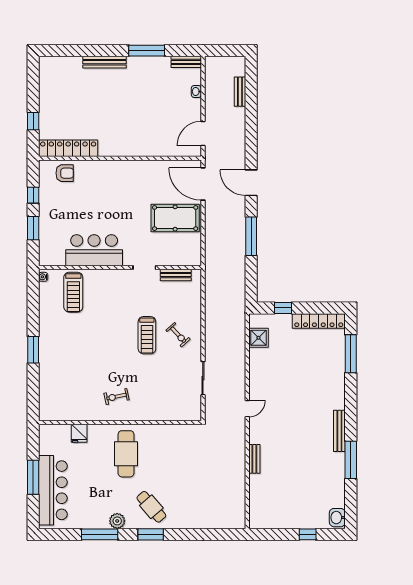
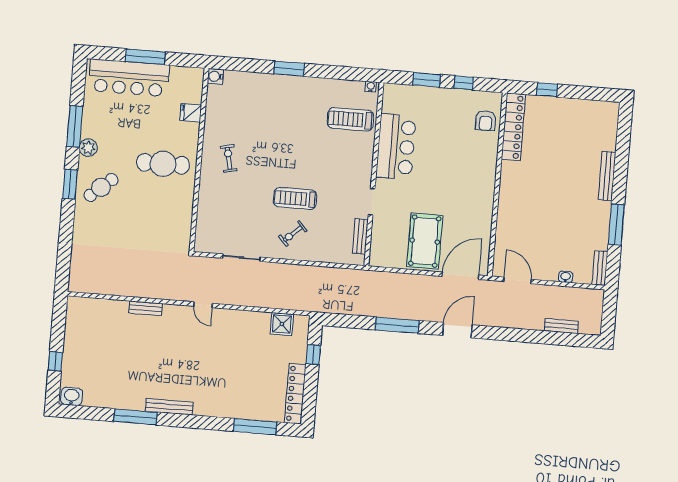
water cooler: (45, 414) -> (215, 76), added

